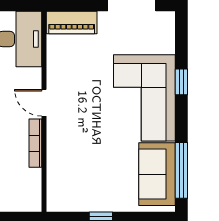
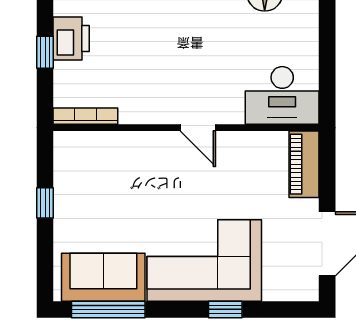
door: (44, 103) -> (198, 128), swing flipped
bookcase: (35, 143) -> (85, 116), moved

